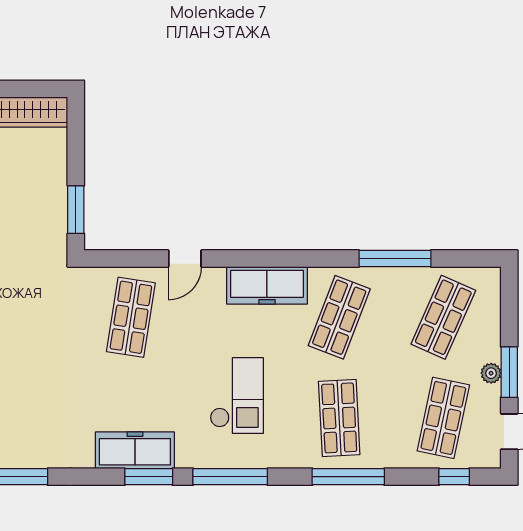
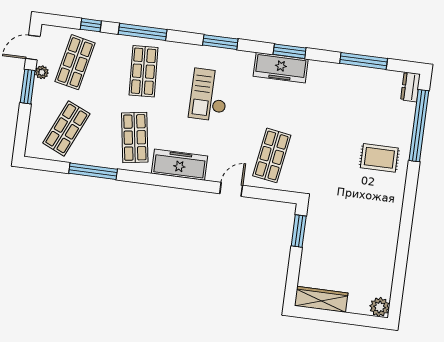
shop shelf: (339, 317) -> (135, 137), turned -30
plant: (491, 373) -> (42, 72), moved
window: (149, 477) -> (290, 51), moved
window: (230, 477) -> (220, 42), width x0.69
window: (454, 477) -> (91, 25), moved

